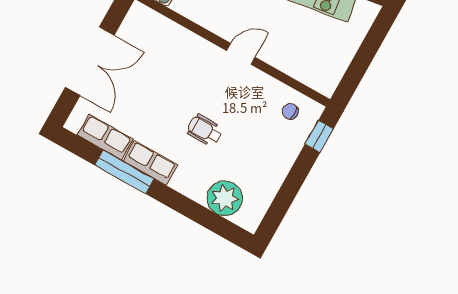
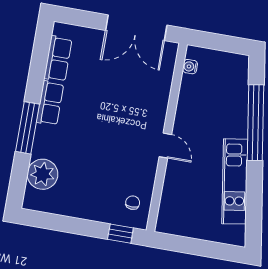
double door: (90, 61) -> (136, 28), moved
wheelchair: (205, 130) -> (92, 138), removed
window: (124, 172) -> (27, 128), moved

